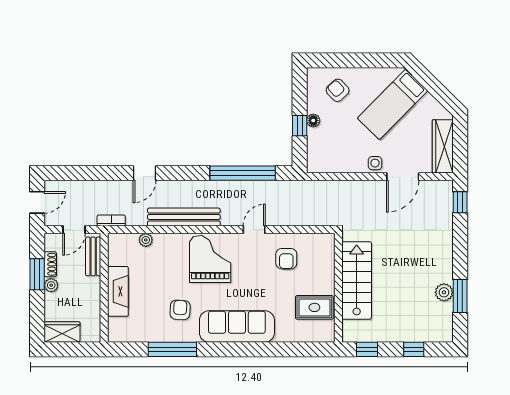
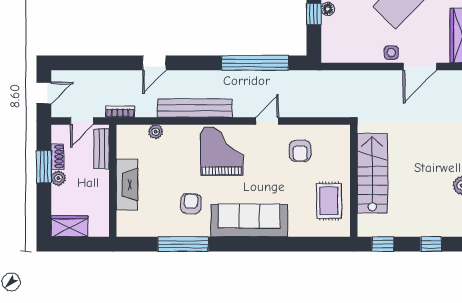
rug: (314, 307) -> (329, 201), turned 90

